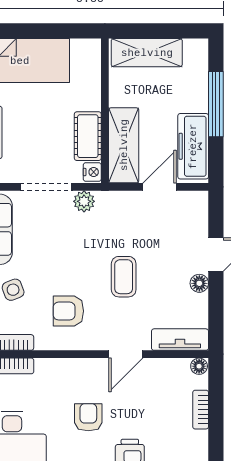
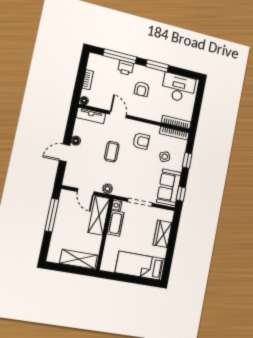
window: (216, 104) -> (52, 215), moved
freezer: (193, 146) -> (65, 209), removed
door: (159, 187) -> (86, 192), hinge flipped
plant: (84, 201) -> (108, 189), moved
door: (126, 354) -> (118, 114), hinge flipped

